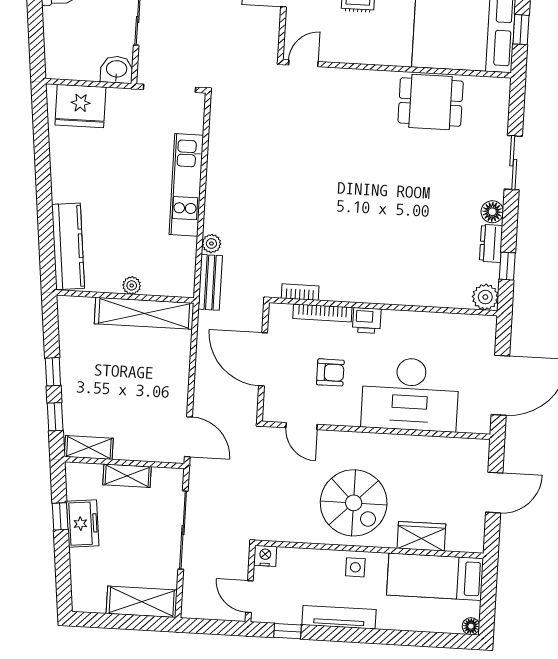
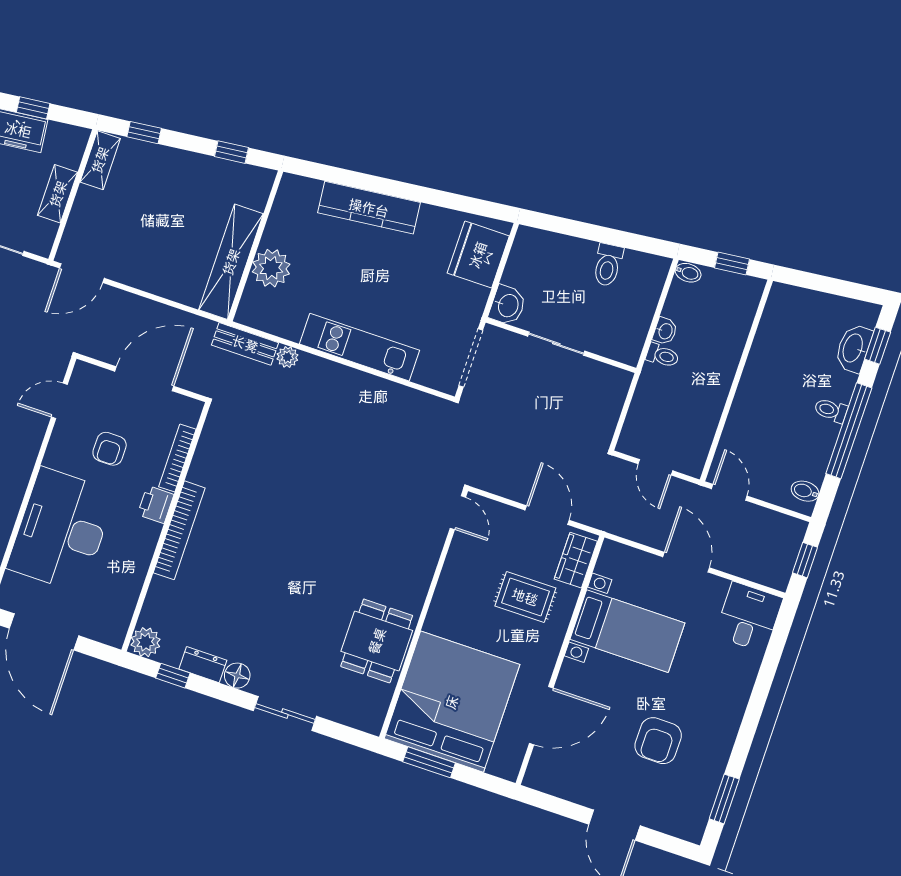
window: (521, 30) -> (429, 762), width x1.50
kitchen counter: (68, 246) -> (369, 208), moved
plant: (132, 285) -> (271, 268), width x1.87, depth x1.87
bookcase: (300, 292) -> (179, 530), moved, width x2.31, depth x1.31
window: (53, 372) -> (232, 152), moved

